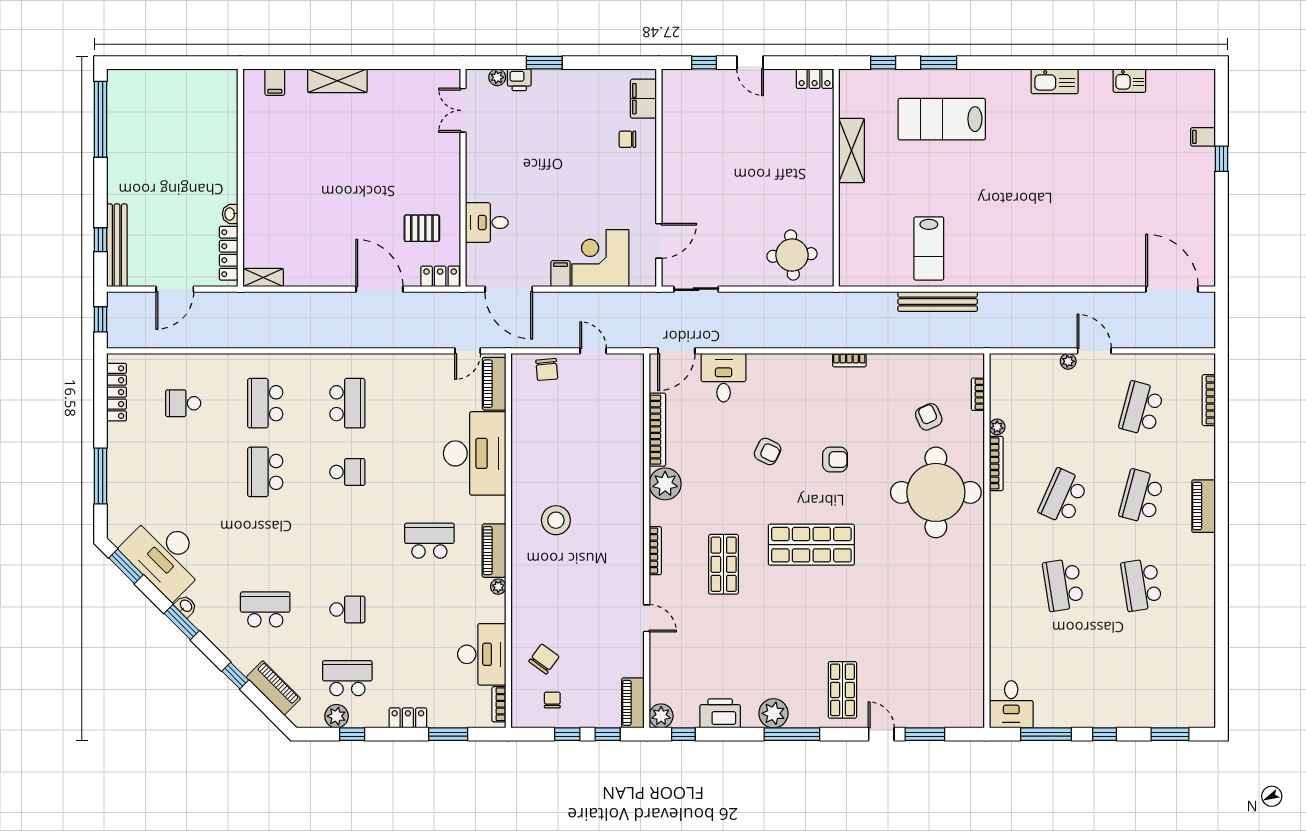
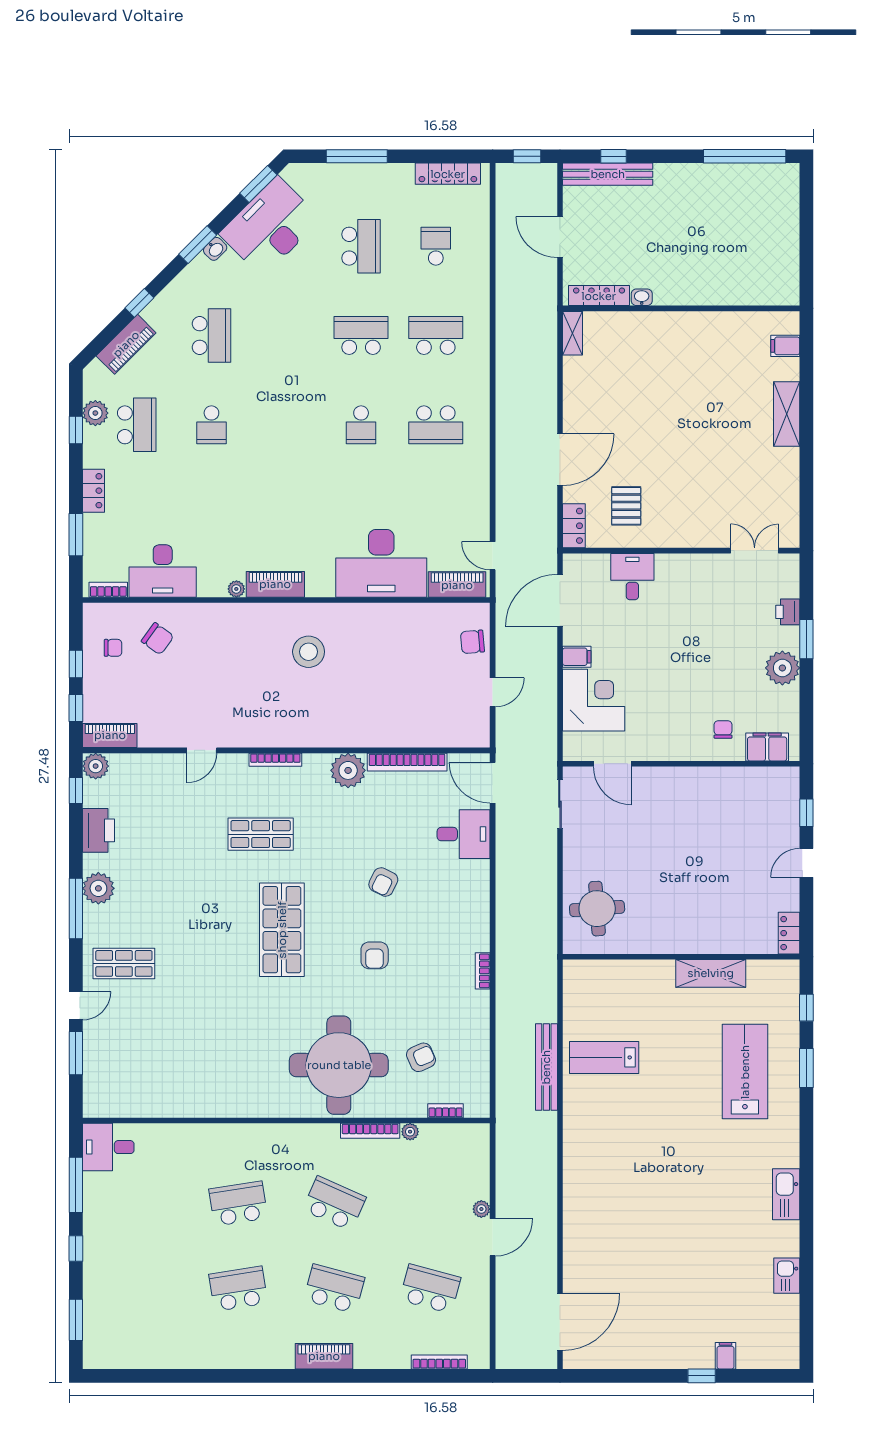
plant: (497, 77) -> (782, 668), moved, width x1.88, depth x1.88
school desk: (429, 541) -> (361, 246), moved

